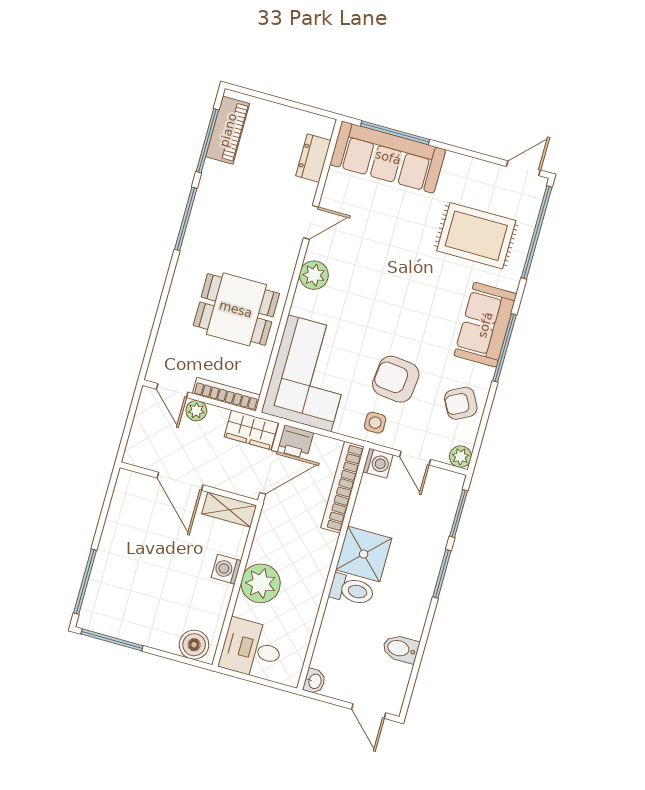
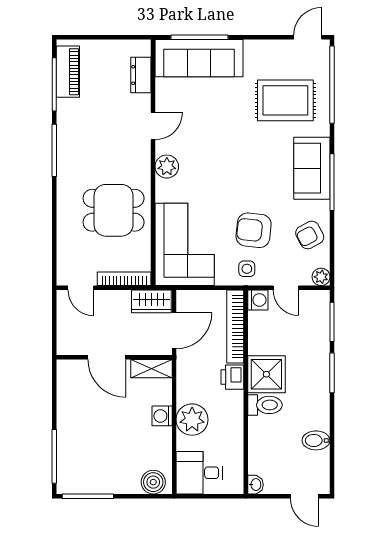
plant: (196, 411) -> (104, 298), removed
printer: (295, 442) -> (232, 377), moved, turned 90

